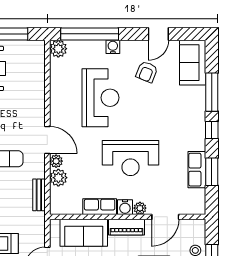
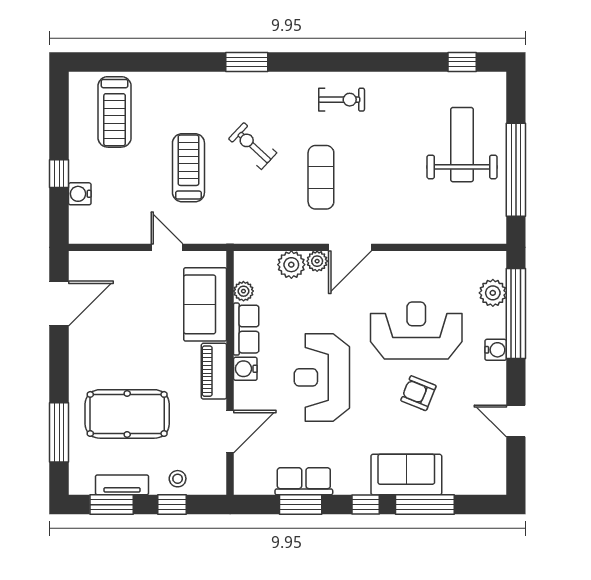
plant: (58, 49) -> (493, 293), moved
sofa: (193, 63) -> (406, 475), moved
armchair: (147, 72) -> (418, 393), moved
reception desk: (100, 98) -> (416, 330), turned 180
bench: (39, 195) -> (264, 234), removed
plant: (140, 208) -> (243, 291), moved
door: (165, 217) -> (230, 432), swing flipped

